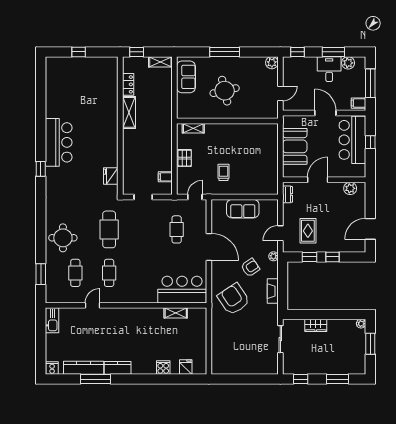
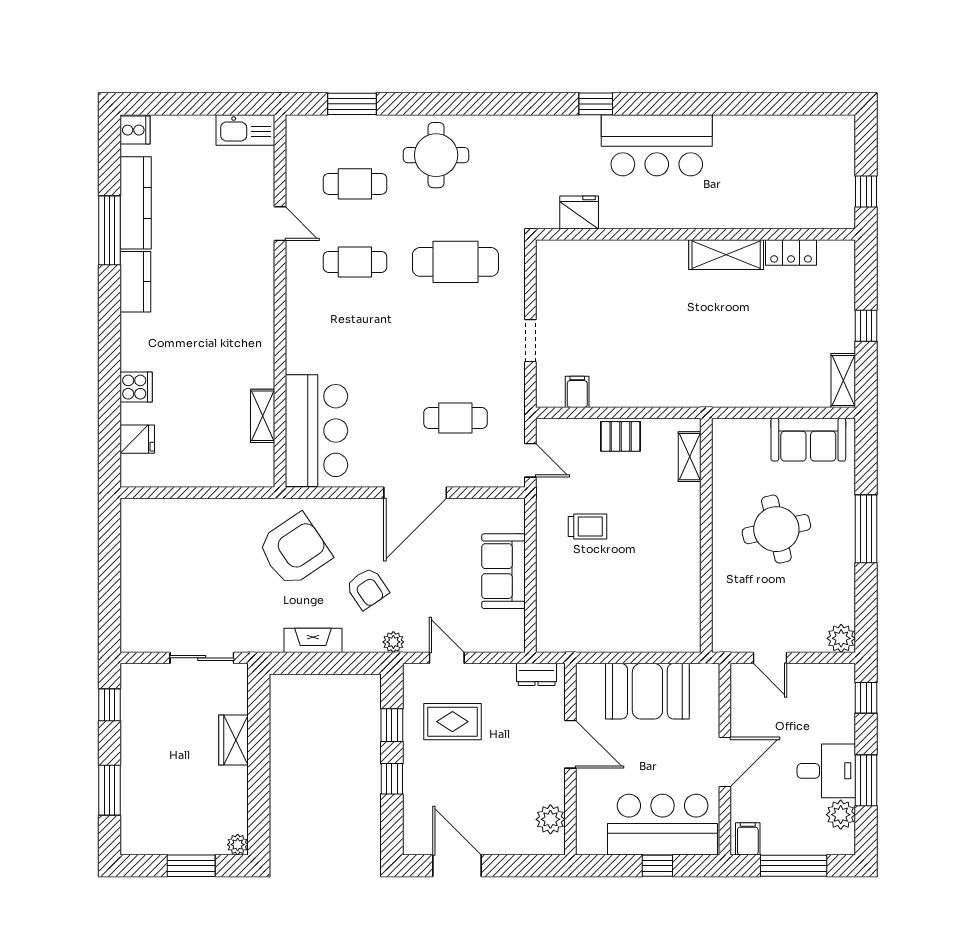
locker: (128, 84) -> (791, 253), moved
shelving: (129, 112) -> (726, 255), moved
wall: (120, 126) -> (696, 234), moved
fridge: (111, 176) -> (579, 212), moved

